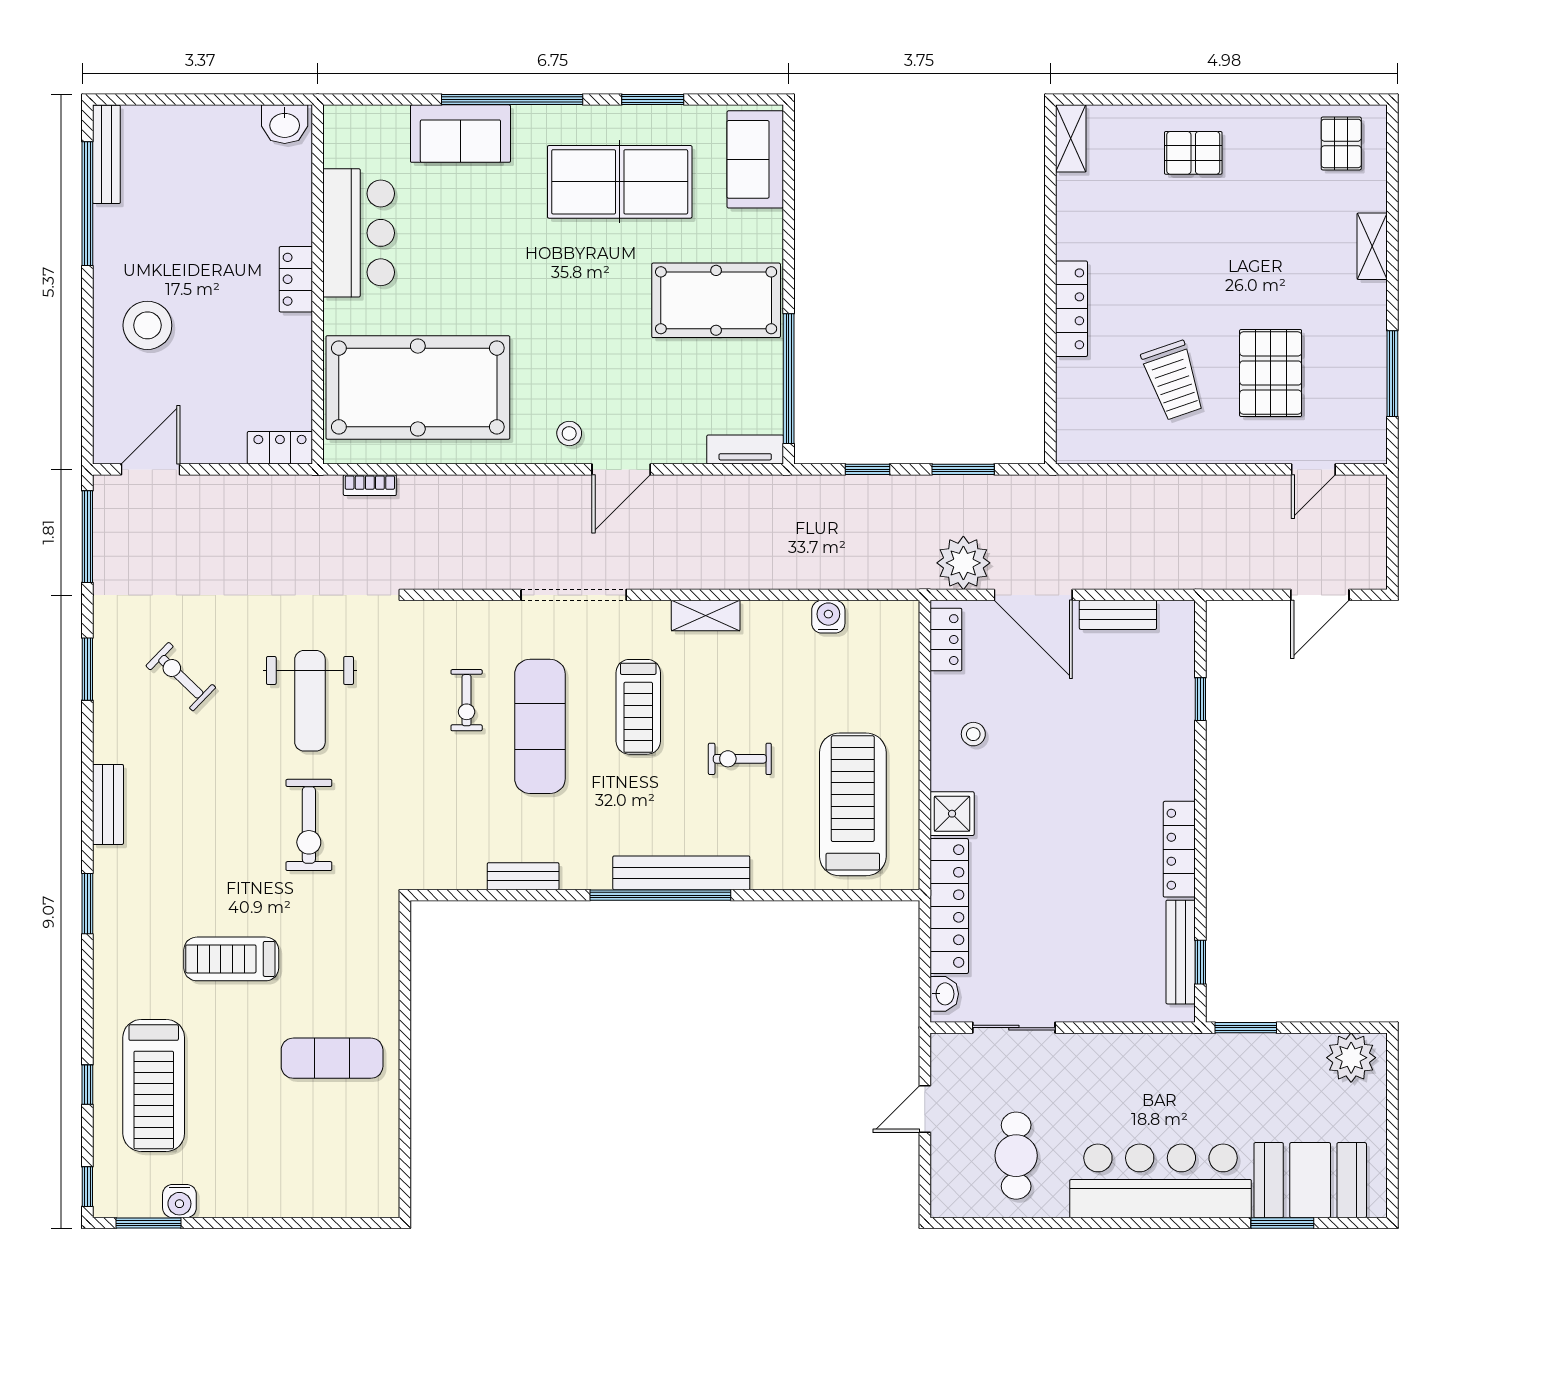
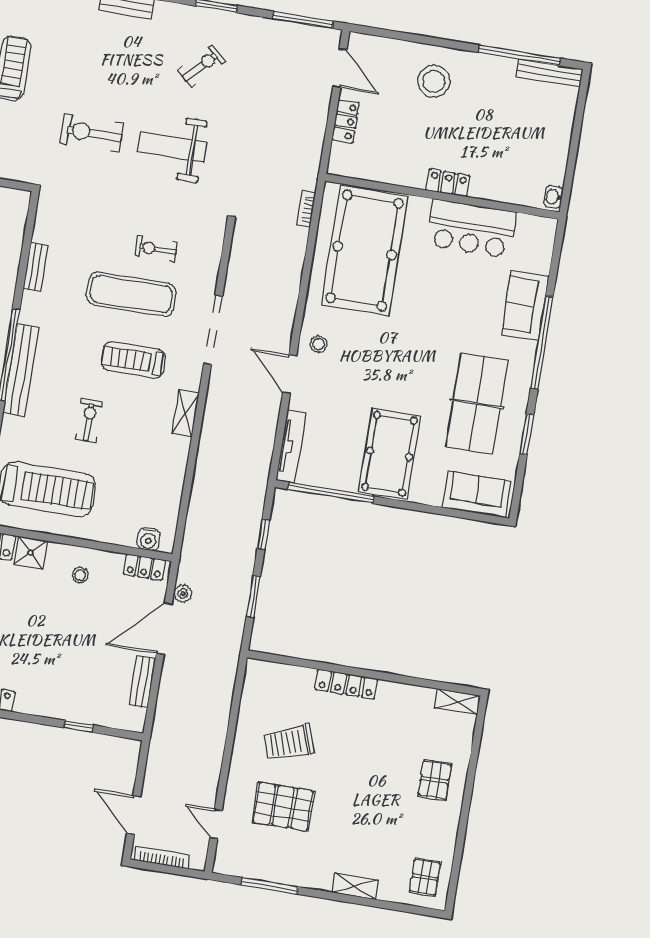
washbasin: (285, 124) -> (553, 197), width x0.72, depth x0.69
pallet: (1341, 143) -> (425, 877), turned 90
locker: (280, 448) -> (346, 121), moved
tv unit: (745, 450) -> (291, 447), width x1.41
bookcase: (1377, 542) -> (162, 858), added
plant: (963, 563) -> (183, 593), width x0.53, depth x0.53
water cooler: (828, 617) -> (149, 539), moved, turned 90

